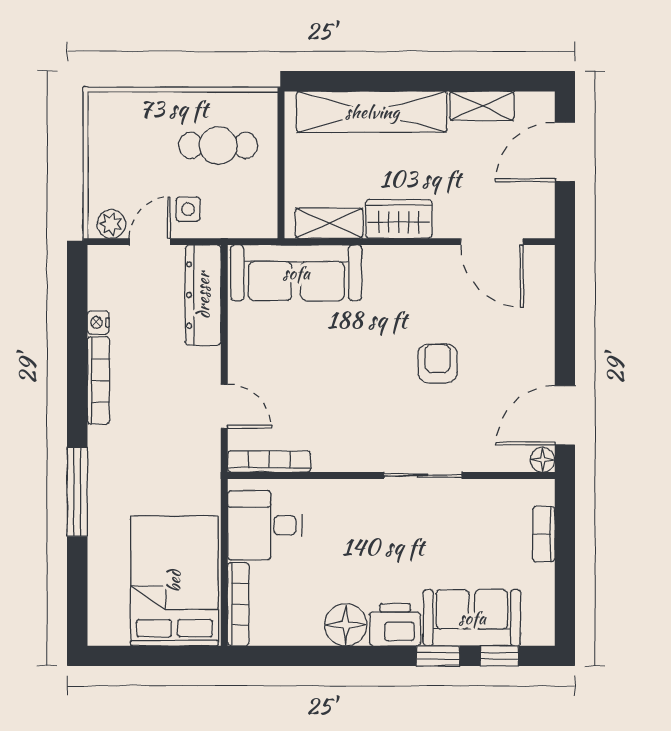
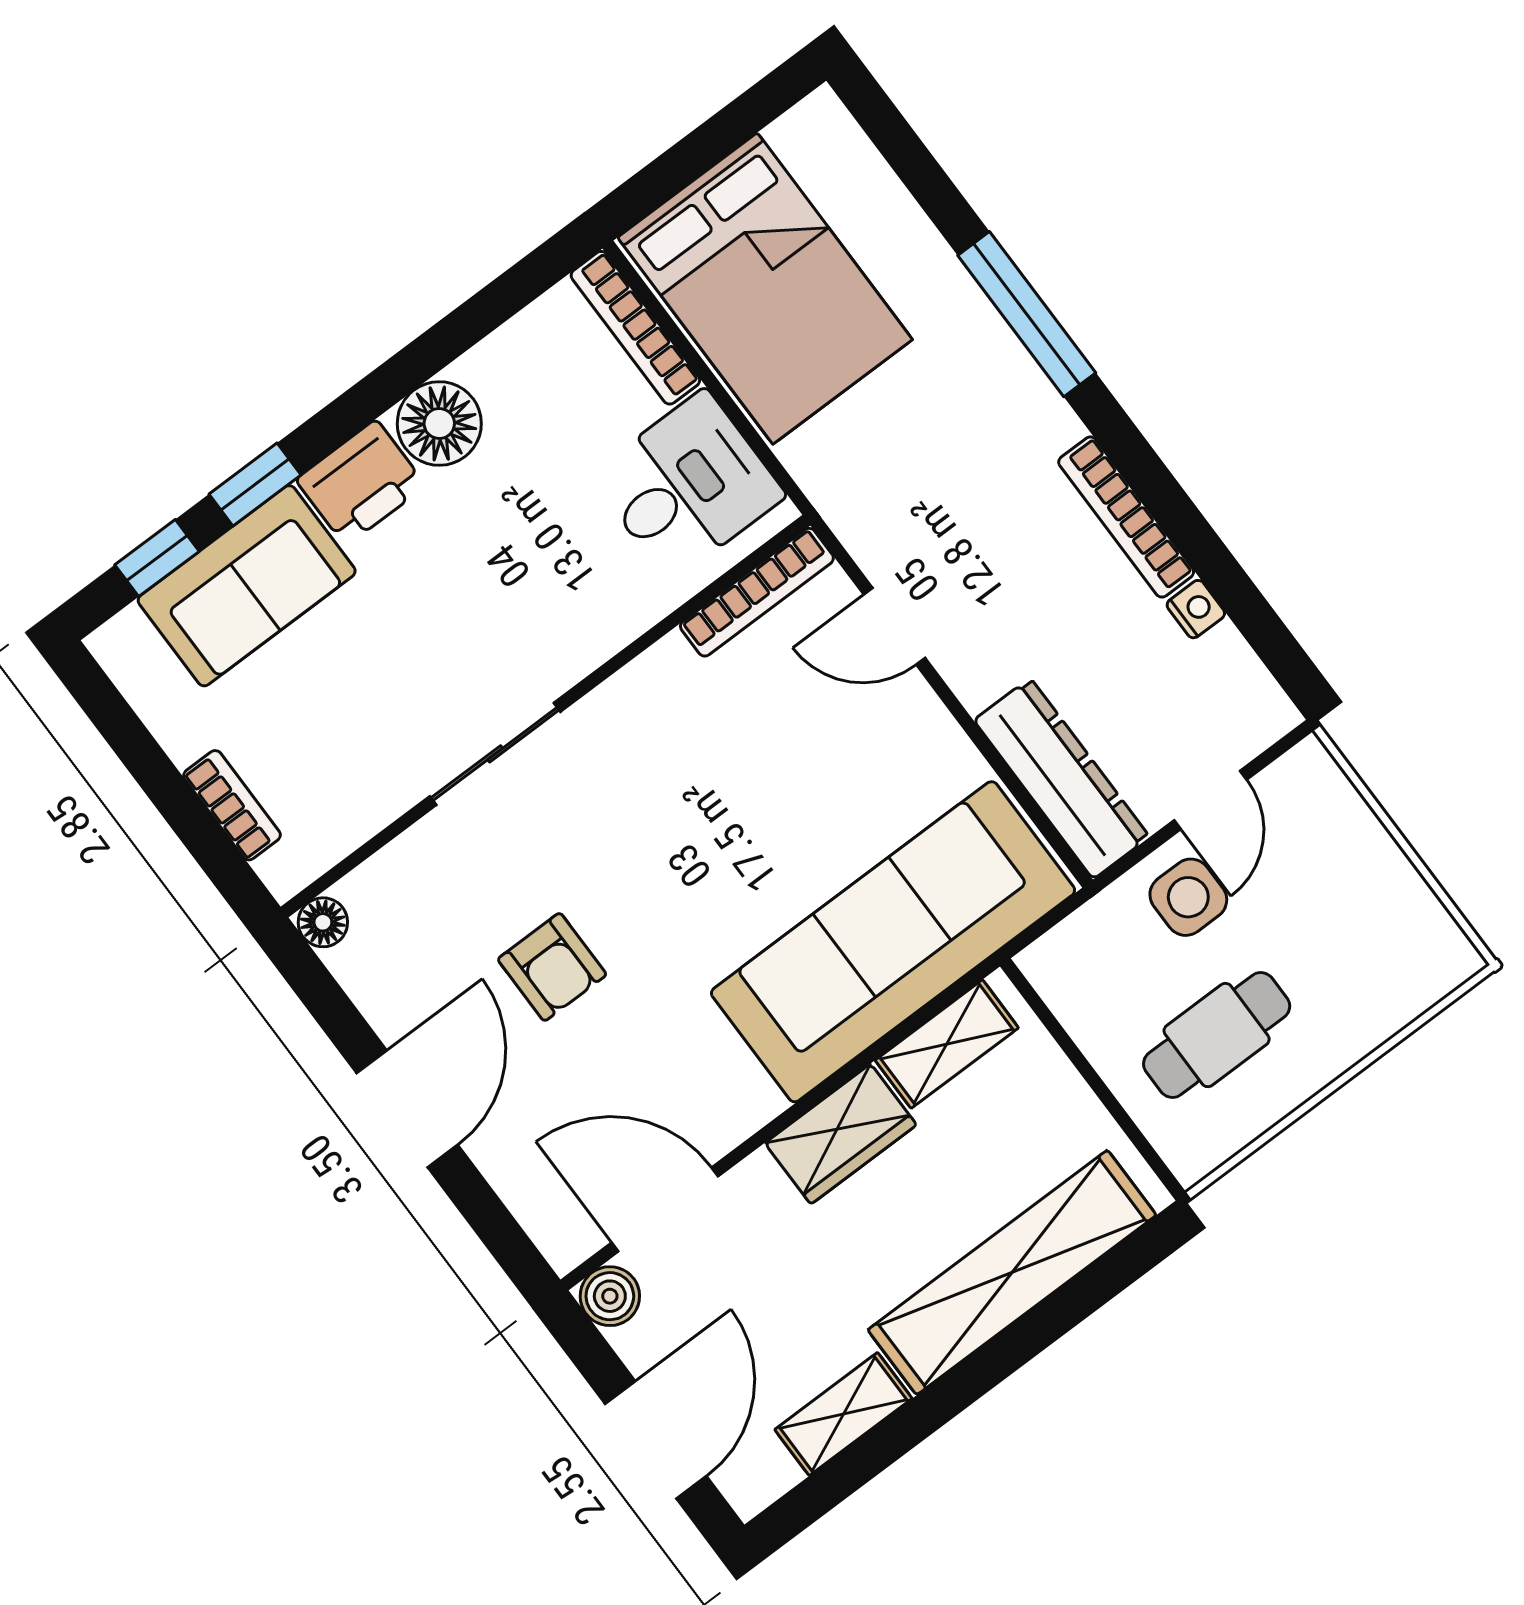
side table: (188, 209) -> (1188, 897), width x1.37, depth x1.37
boiler: (540, 223) -> (610, 1296), added
plant: (111, 224) -> (1293, 782), removed
sofa: (296, 273) -> (893, 942), width x1.36, depth x1.27
armchair: (438, 363) -> (552, 967), moved
door: (565, 415) -> (407, 1109), moved

